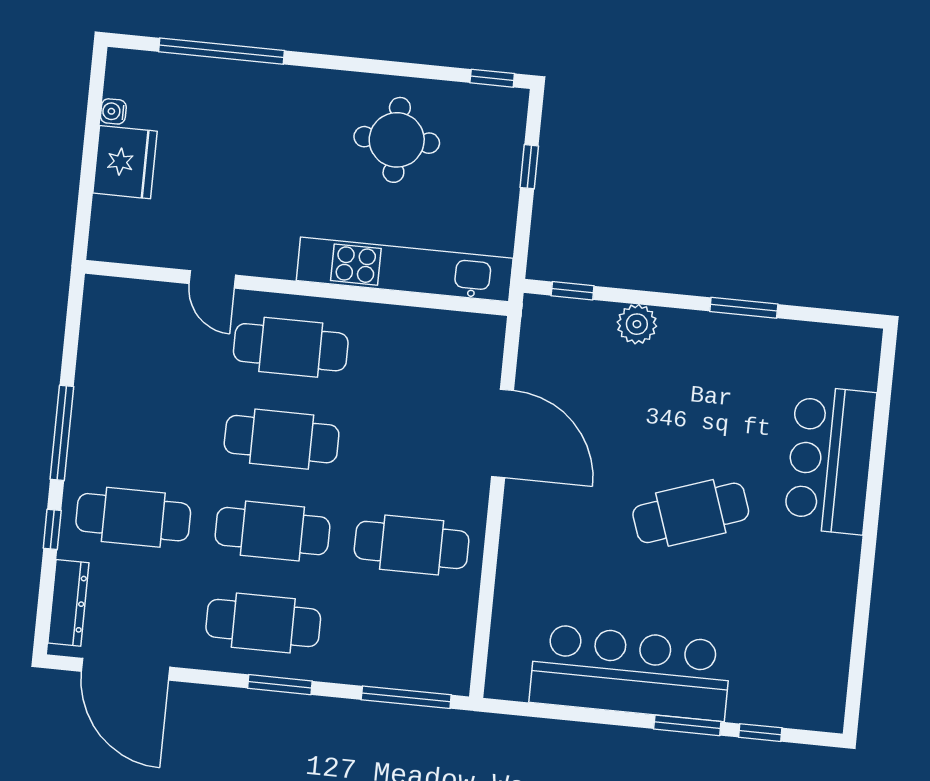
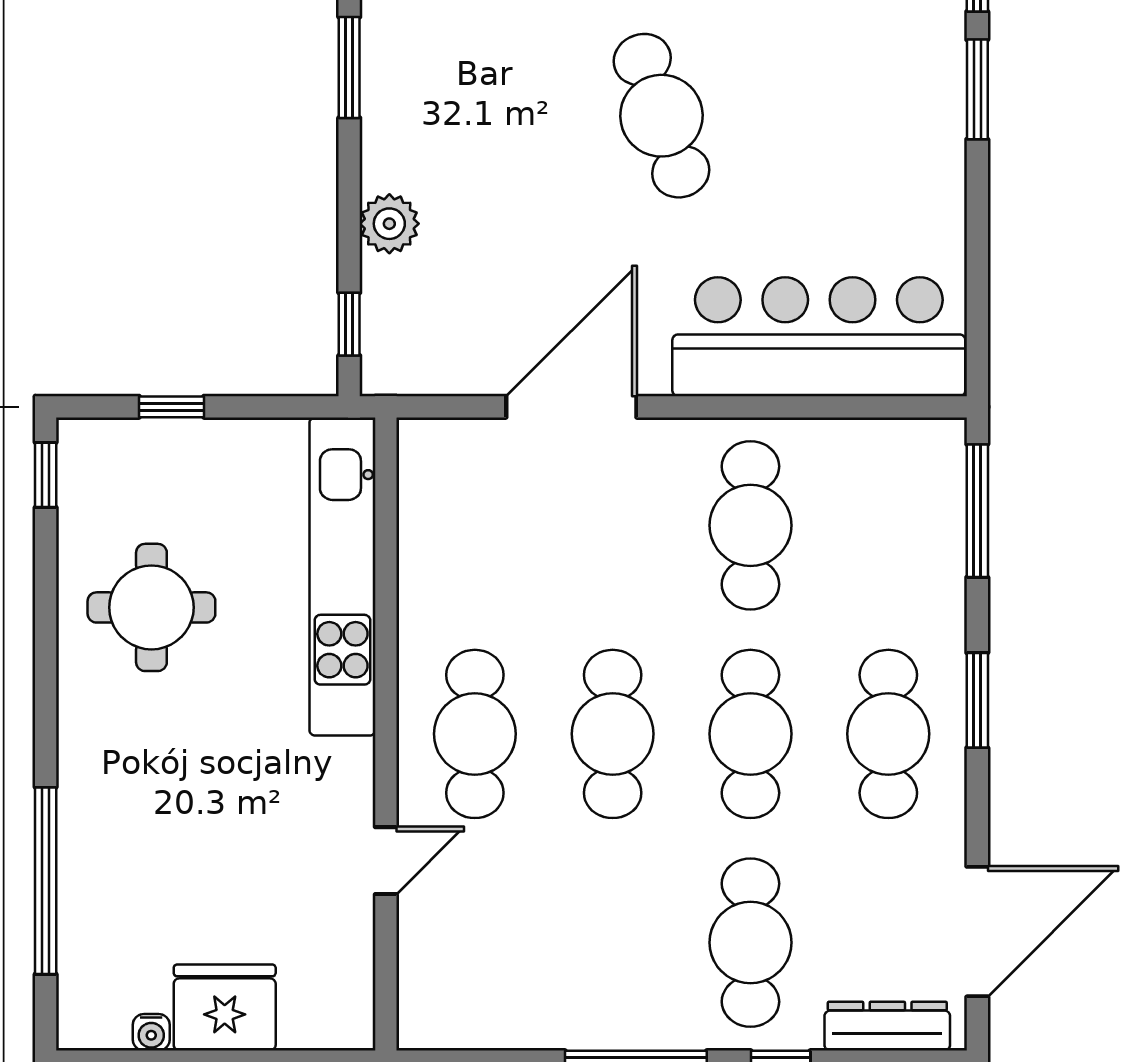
bar counter: (630, 672) -> (819, 337), moved, turned 90

